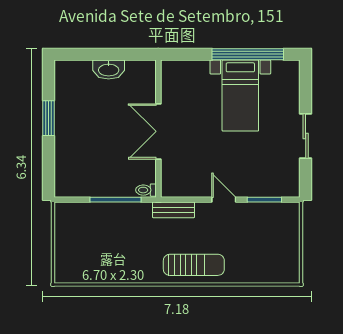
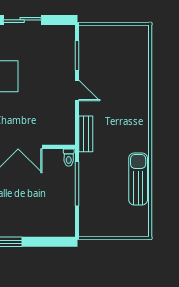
door: (224, 200) -> (77, 90), swing flipped
sun lounger: (194, 265) -> (138, 179), moved

